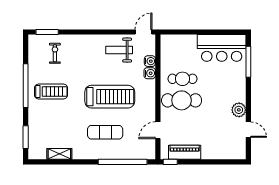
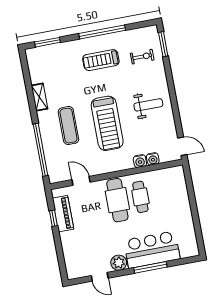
bar counter: (222, 48) -> (152, 250), moved, turned 90
weight bench: (119, 50) -> (148, 105), moved, turned 90
window: (248, 62) -> (150, 267), moved
treadmill: (51, 92) -> (101, 60), turned 90
door: (248, 130) -> (100, 277), hinge flipped
shelving: (59, 154) -> (39, 97), moved
window: (170, 162) -> (53, 218), moved

